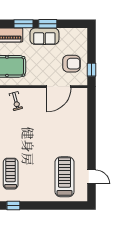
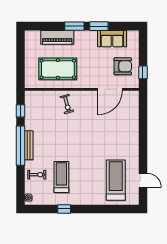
sofa: (44, 36) -> (112, 39), moved

